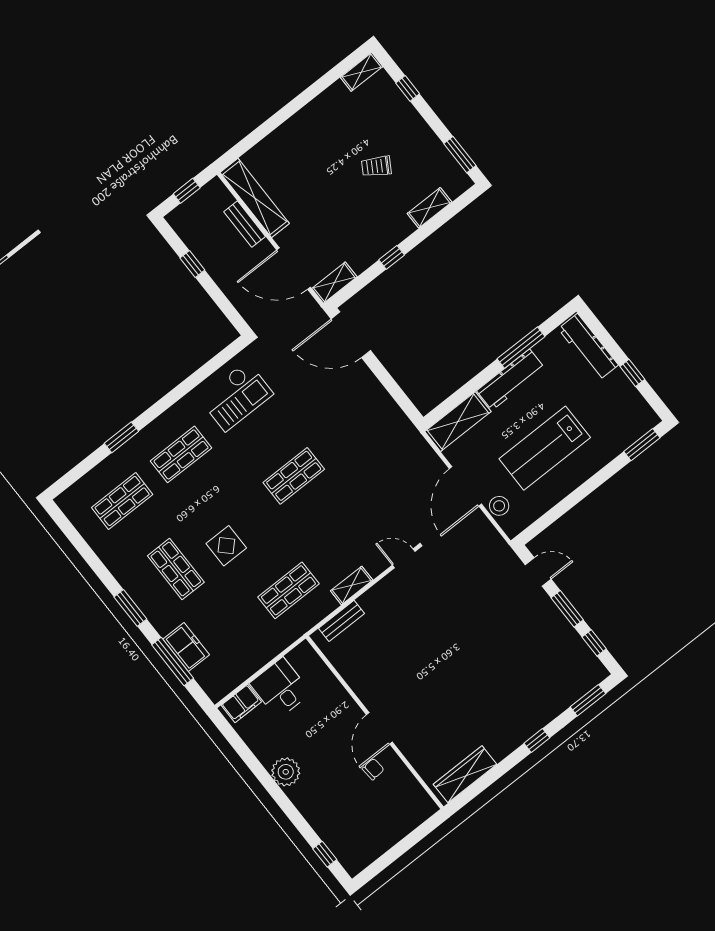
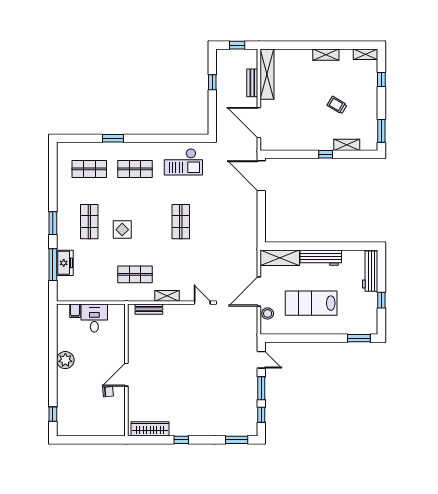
window: (392, 257) -> (326, 154), moved
shelving: (334, 283) -> (326, 55), moved
window: (521, 348) -> (338, 246), removed
shop shelf: (294, 476) -> (181, 222), turned 90
filing cabinet: (241, 703) -> (75, 311), width x0.50
window: (537, 741) -> (181, 440), moved

